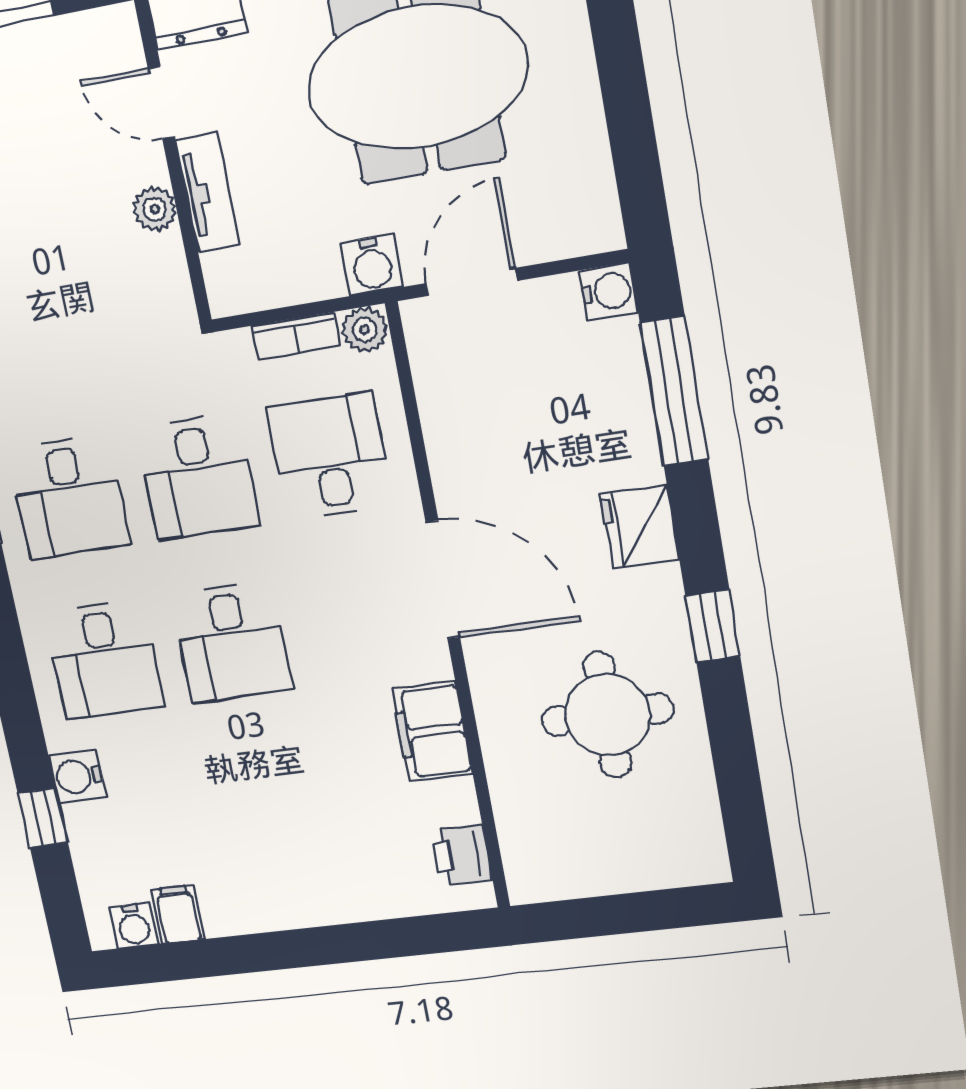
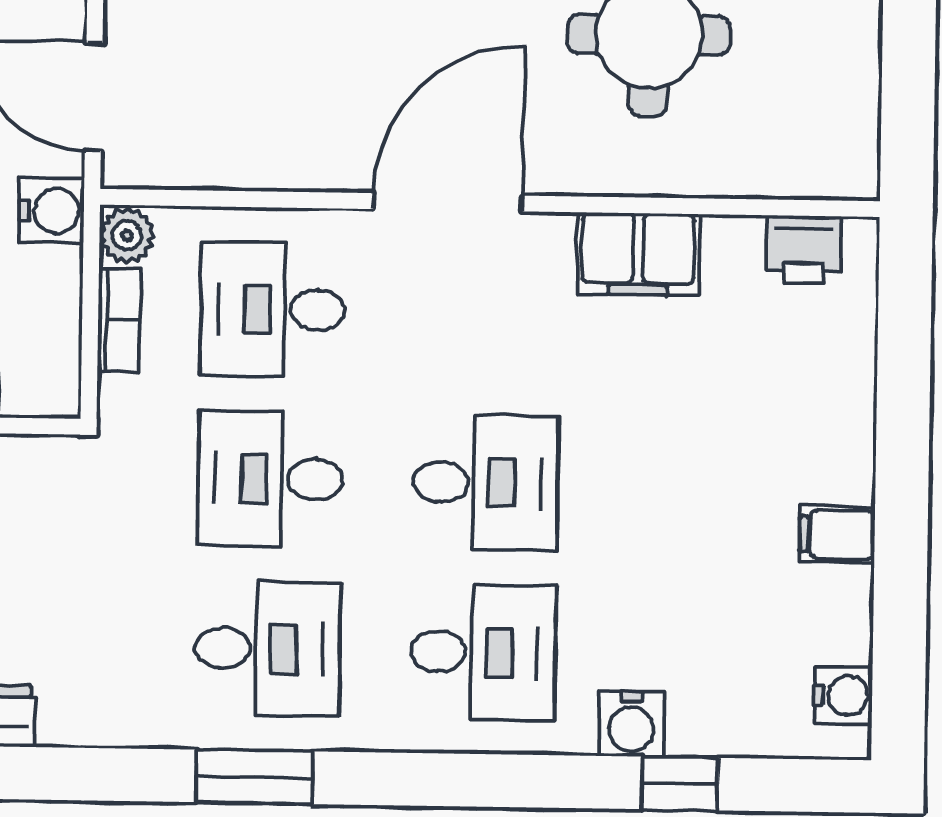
desk: (198, 477) -> (270, 479), turned 180
filing cabinet: (178, 914) -> (837, 534), moved

